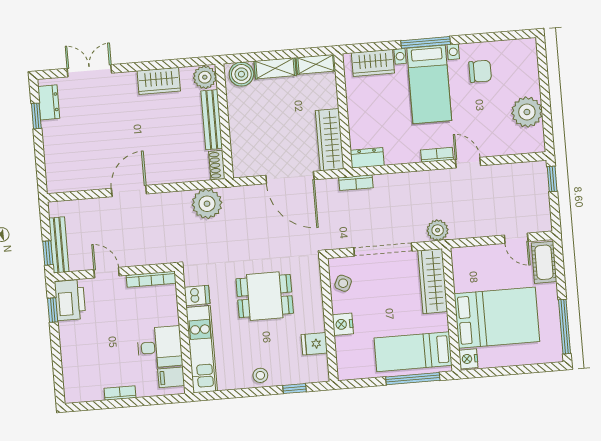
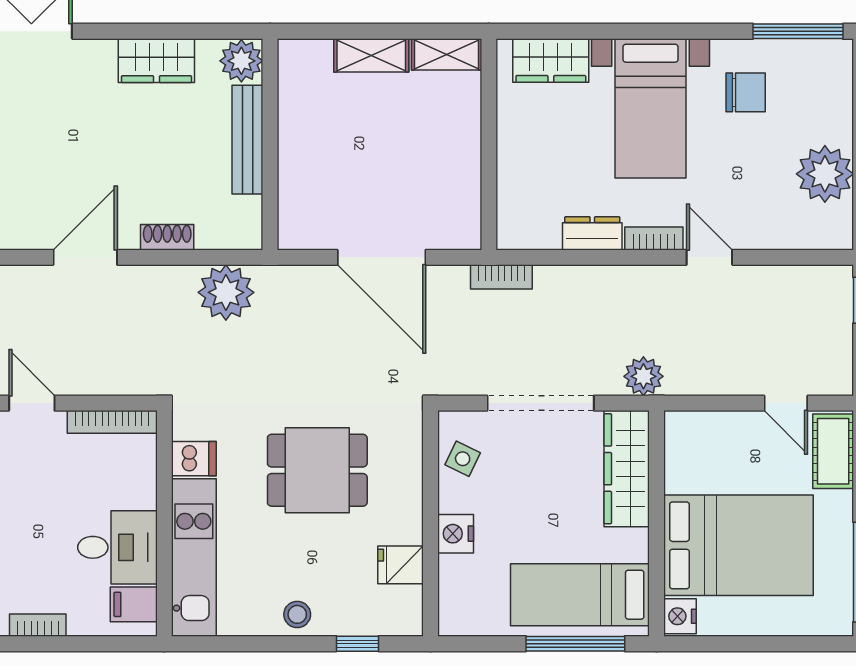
window: (426, 42) -> (798, 31), moved
boiler: (241, 74) -> (309, 61), removed
wardrobe: (330, 140) -> (460, 194), removed
dresser: (367, 158) -> (592, 233), moved
shoe rack: (217, 165) -> (167, 237), moved, turned 90

